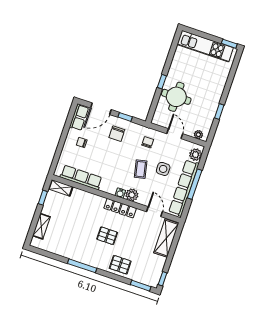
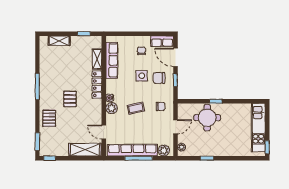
side table: (163, 169) -> (142, 76), moved
shelving: (61, 188) -> (97, 59), moved
locker: (120, 208) -> (97, 85), moved
door: (155, 212) -> (104, 132), swing flipped

